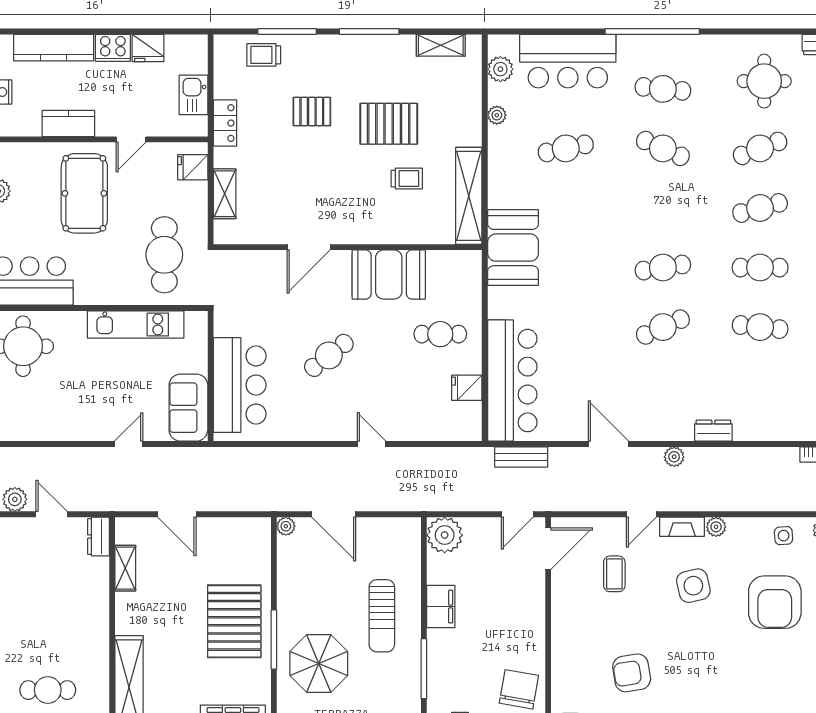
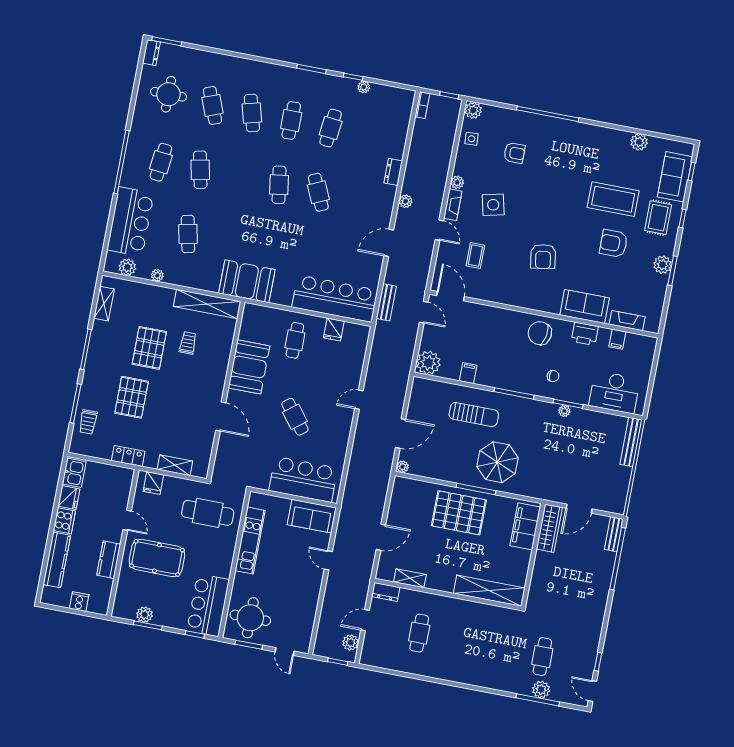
kitchen sink: (193, 95) -> (74, 473), moved, turned -90
pallet: (312, 112) -> (132, 397), width x1.50, depth x1.42
cafe table: (663, 148) -> (200, 170), turned -36
coffee table: (614, 574) -> (475, 255), turned 90
armchair: (775, 602) -> (514, 153), width x0.53, depth x0.53
filing cabinet: (441, 607) -> (468, 373), width x0.50
cafe table: (48, 690) -> (419, 633), moved

